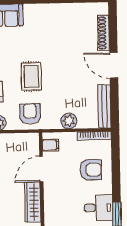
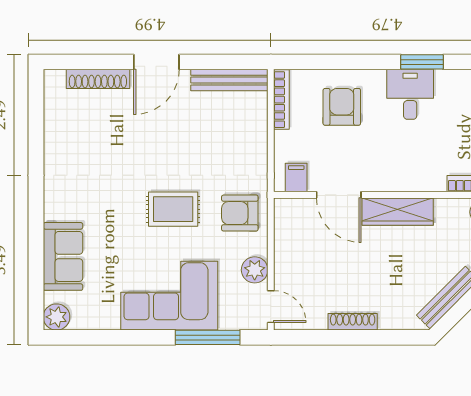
plant: (69, 121) -> (254, 144), removed

